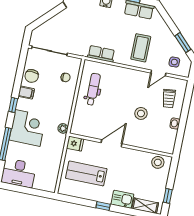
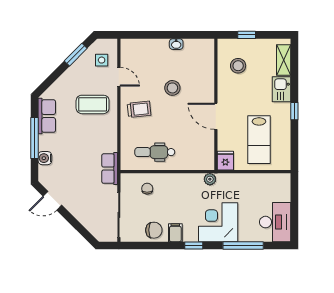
row of seats: (101, 54) -> (110, 169), moved
trolley: (169, 98) -> (139, 109), moved
stool: (158, 162) -> (238, 66), moved
window: (168, 196) -> (247, 35), moved

